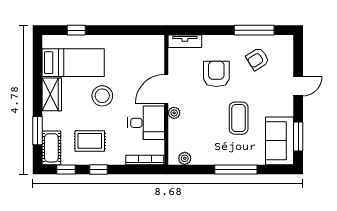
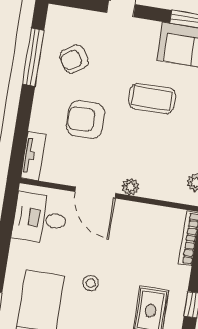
armchair: (258, 59) -> (74, 59), turned 88
stool: (102, 96) -> (91, 283), width x0.53, depth x0.53
desk: (146, 123) -> (40, 218), moved, turned -90

